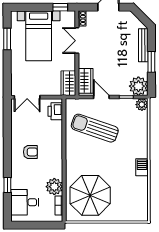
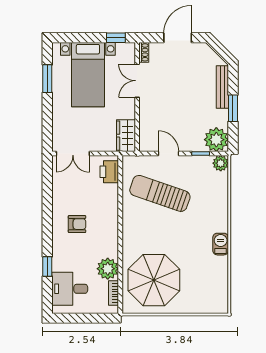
wardrobe: (86, 81) -> (148, 133), removed

